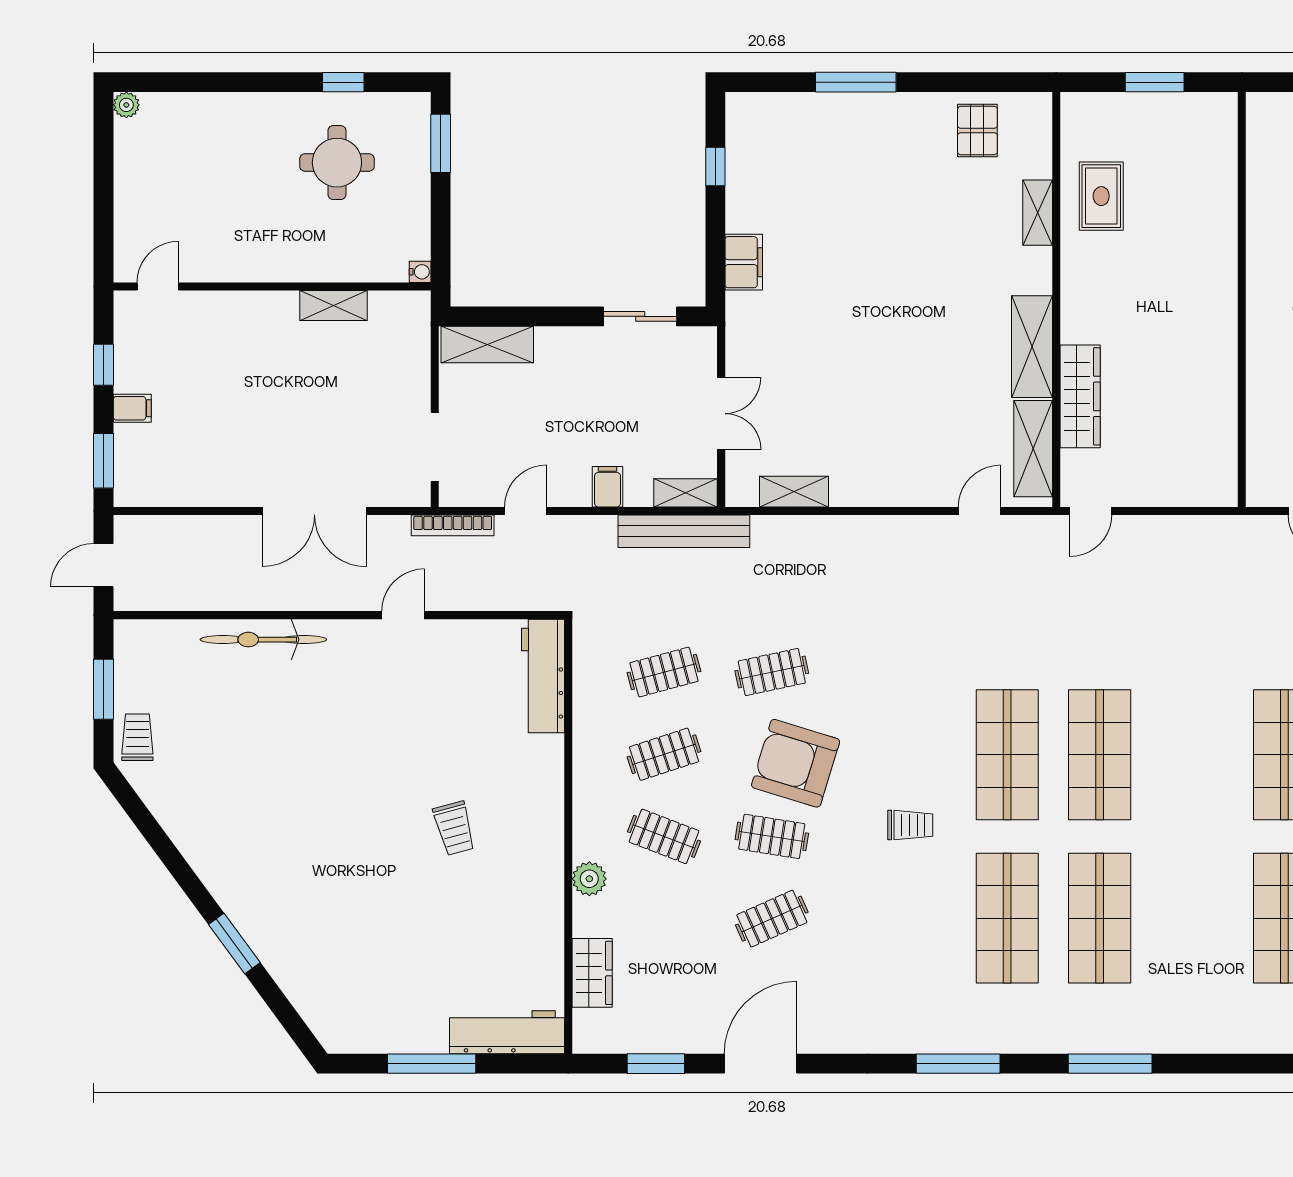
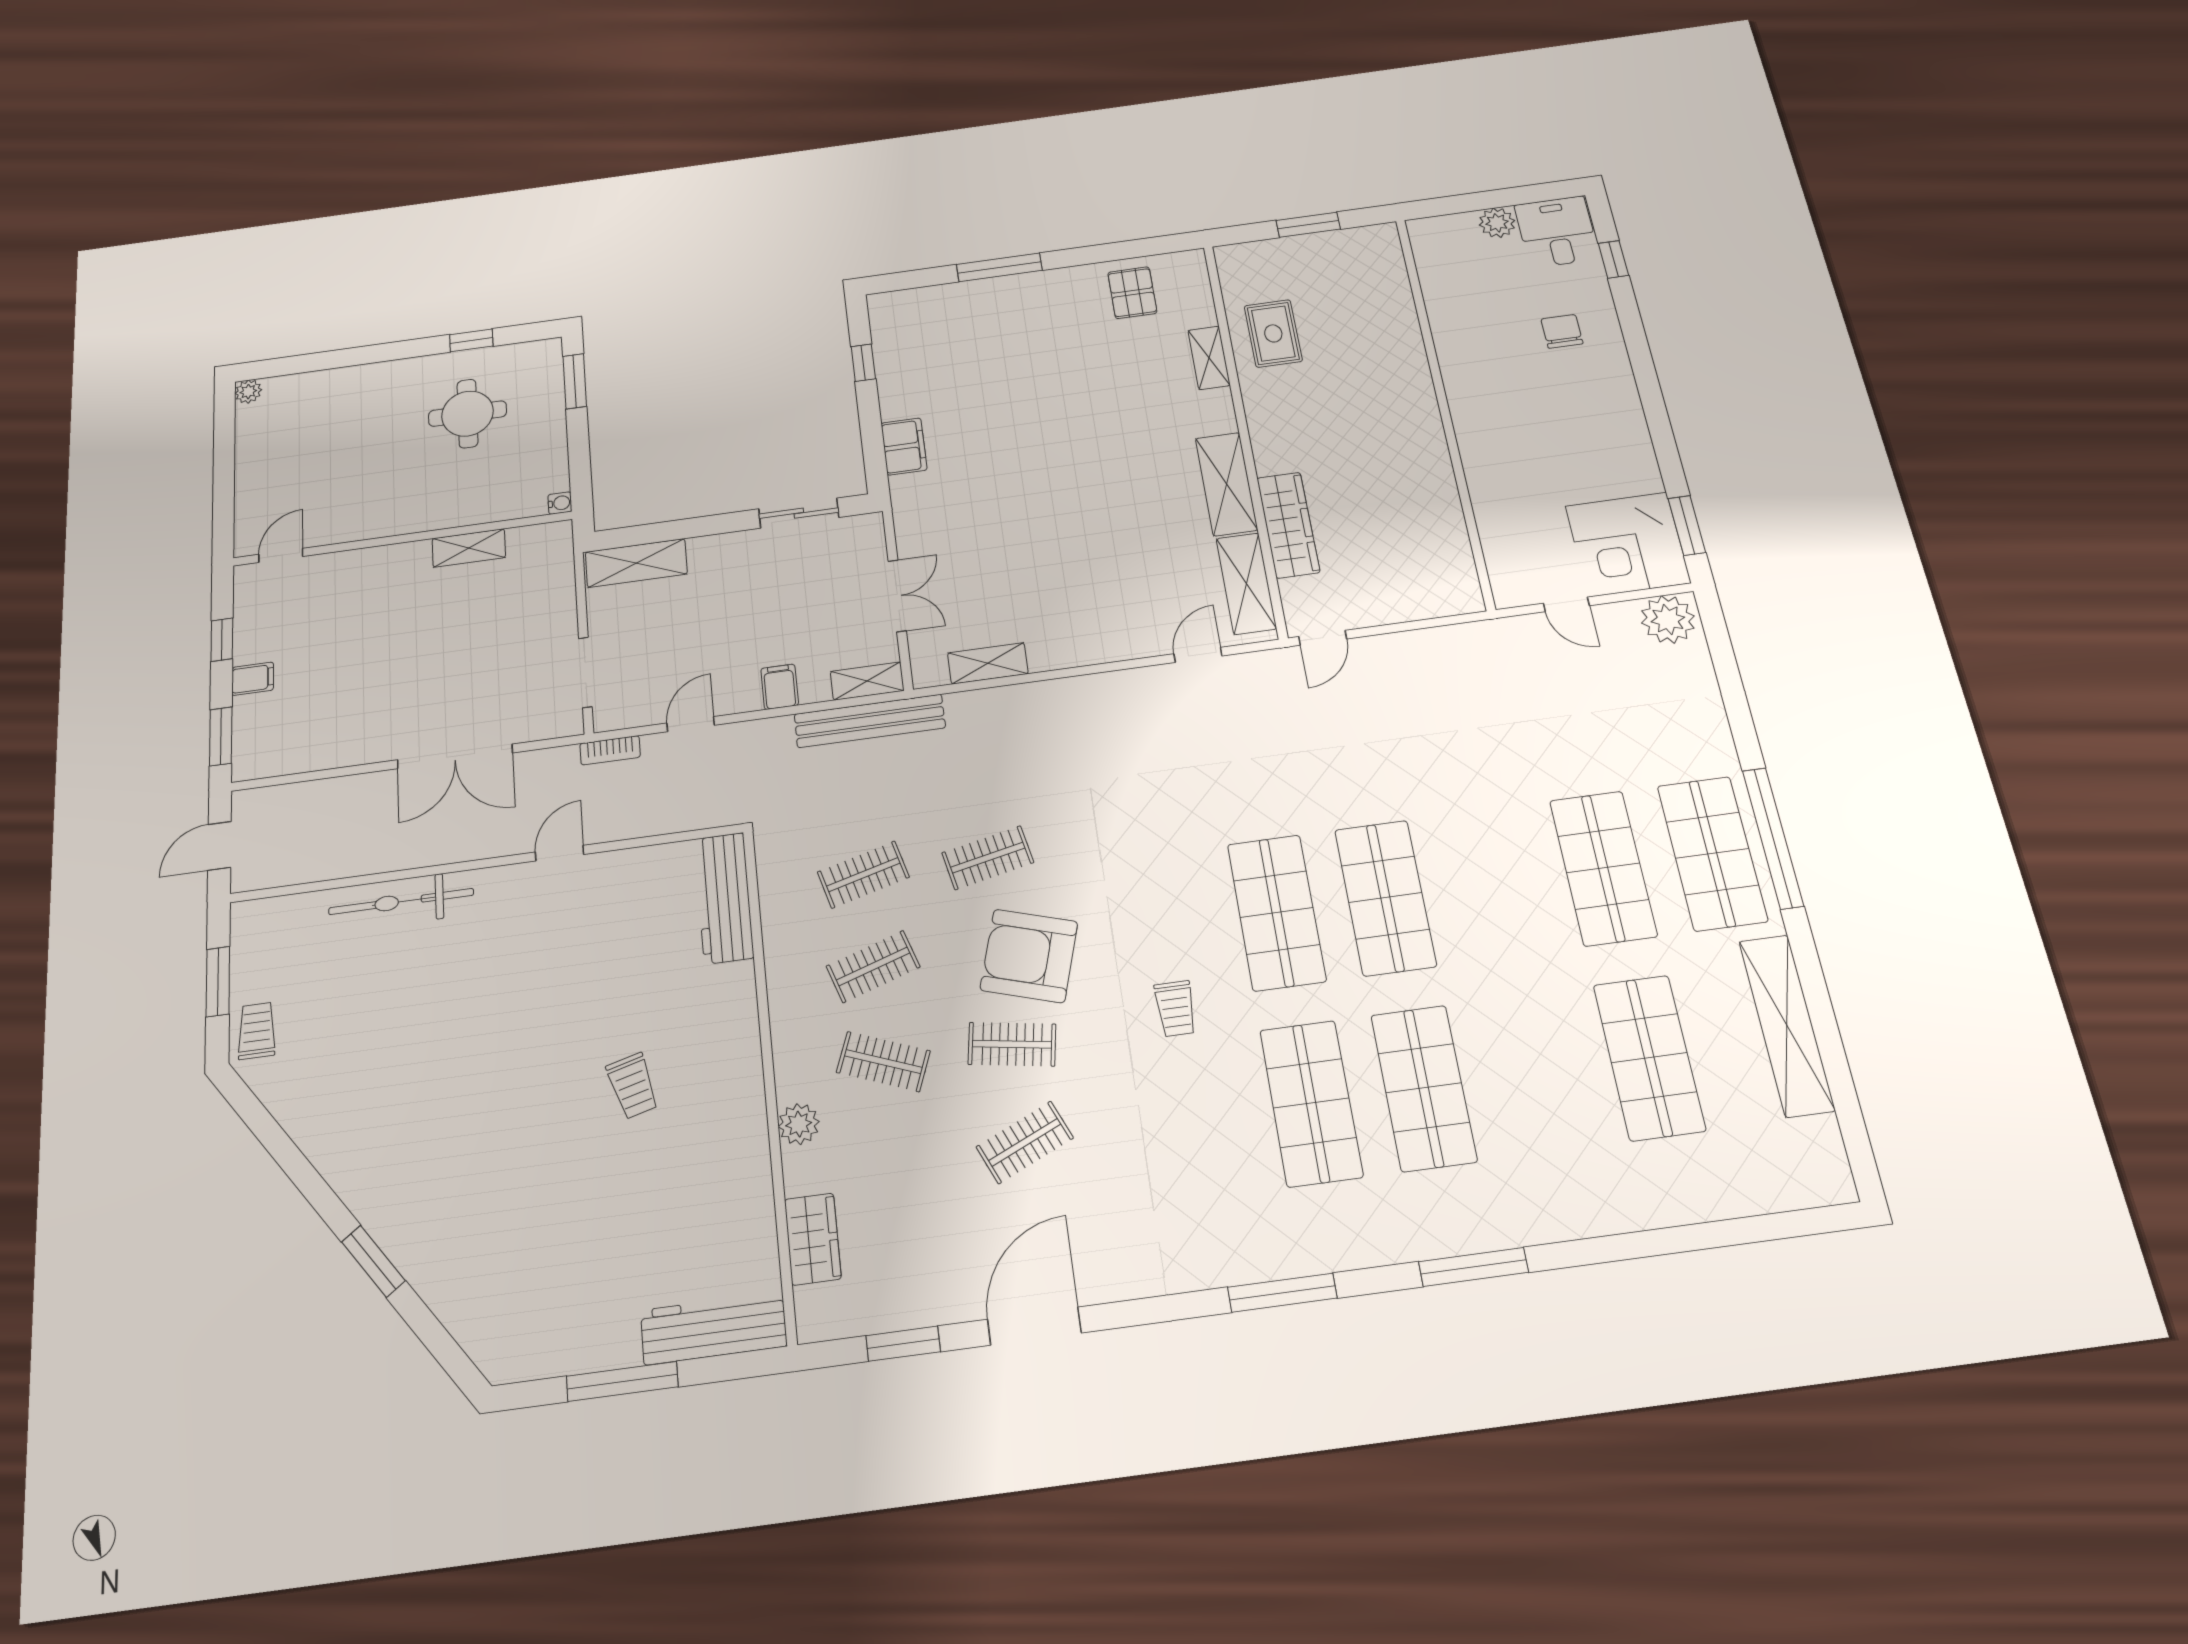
bookcase: (453, 525) -> (610, 750), width x0.64
trolley: (910, 825) -> (1175, 1009), turned 90

